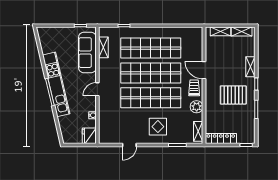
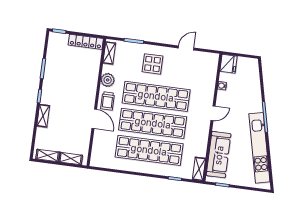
shelving: (103, 47) -> (199, 169), moved
kitchen unit: (56, 84) -> (259, 148), moved
pallet: (233, 95) -> (66, 88), removed

